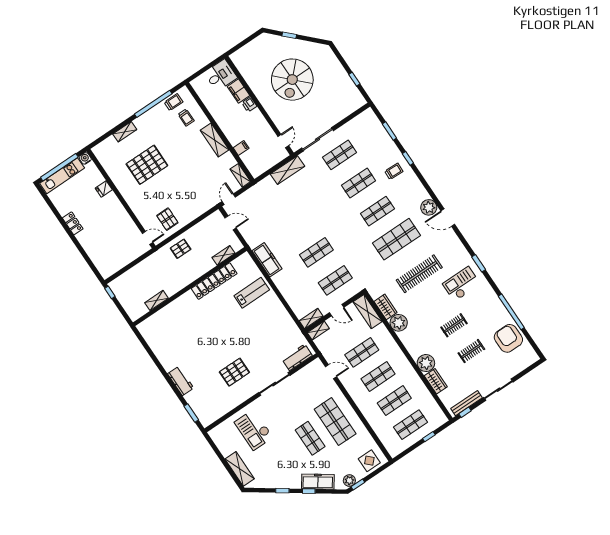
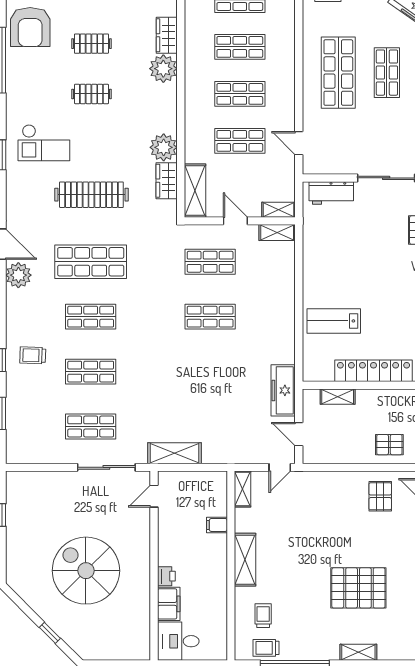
spiral stairs: (292, 80) -> (86, 571), turned -90
freezer: (267, 260) -> (283, 390), moved

